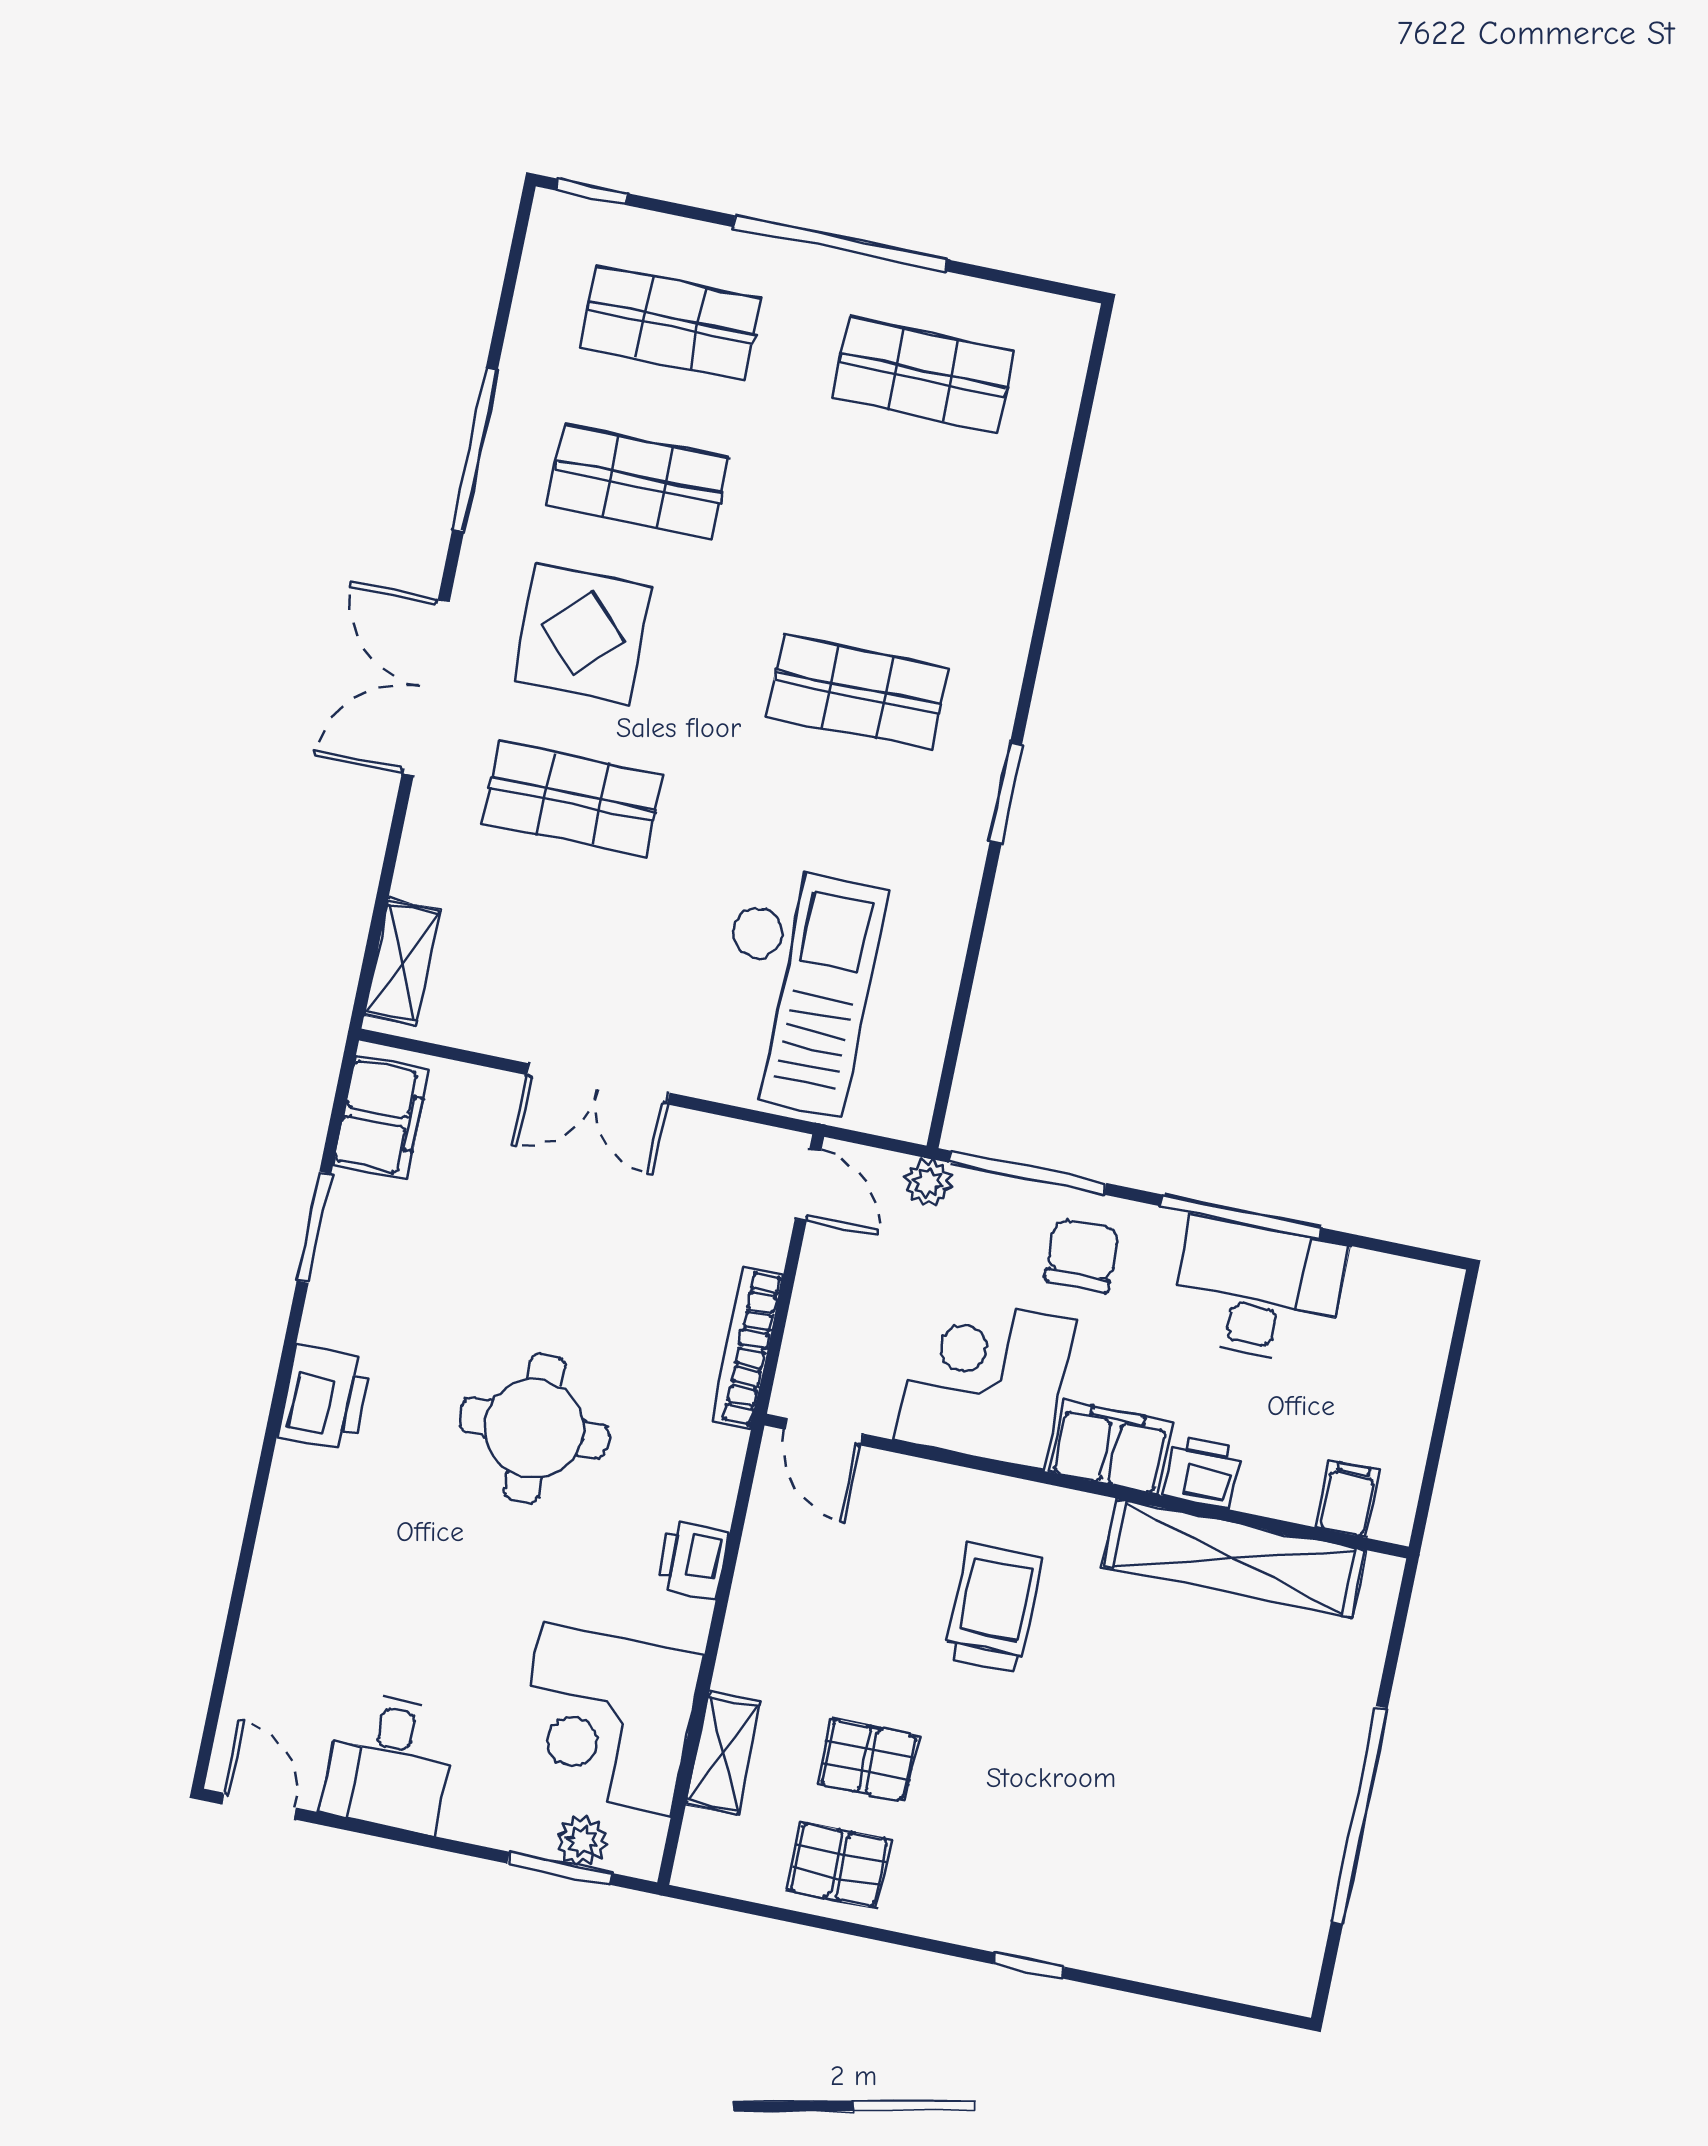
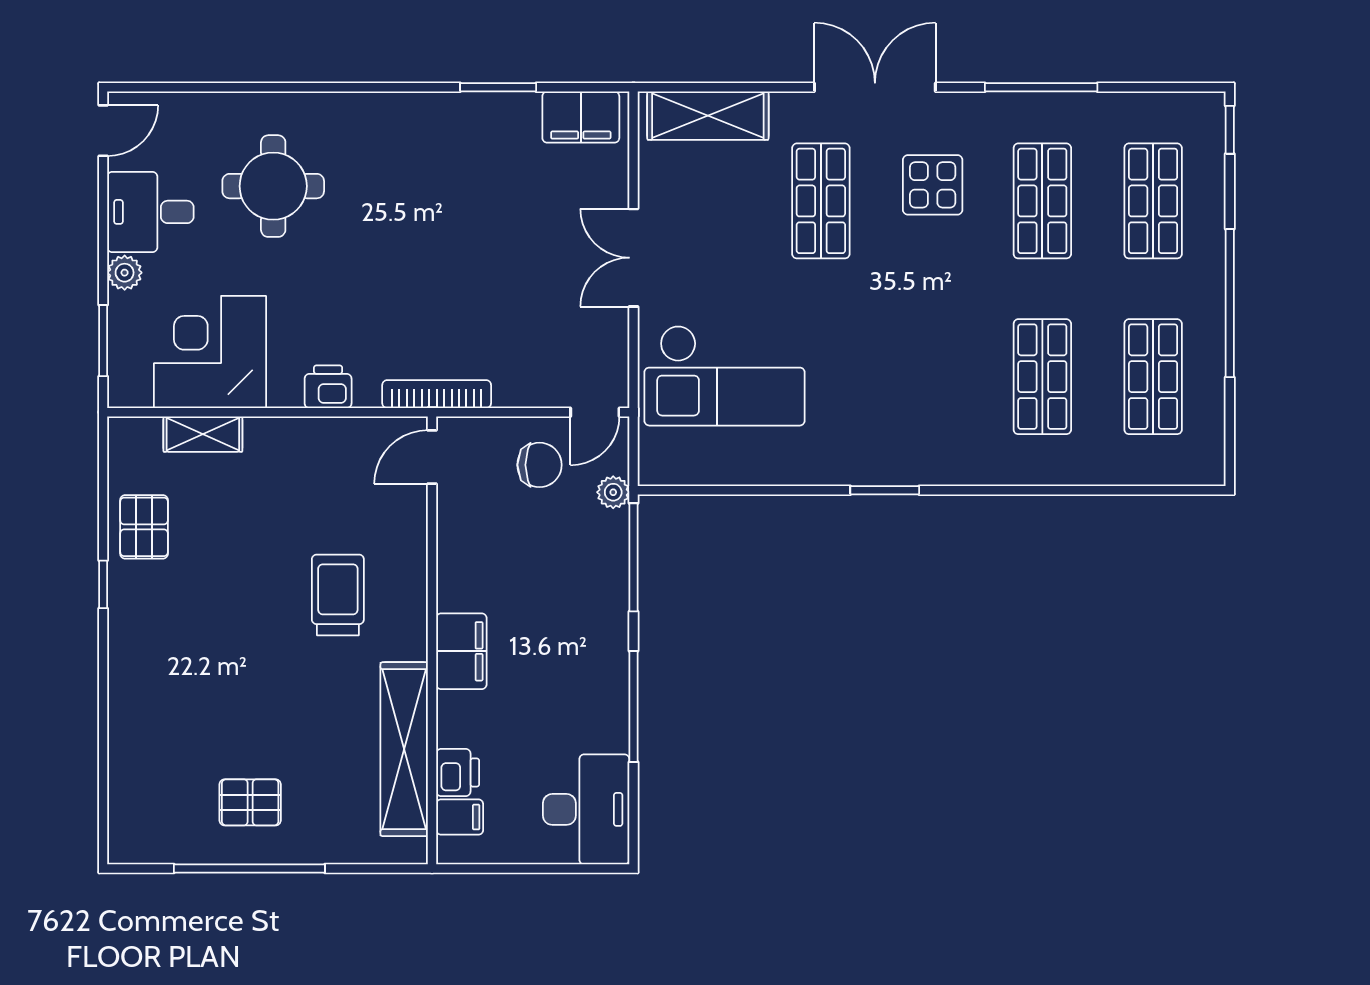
display table: (583, 634) -> (933, 185), width x0.73, depth x0.73
shop shelf: (857, 692) -> (1042, 377), moved
shelving: (402, 962) -> (708, 116), width x1.50, depth x1.33
chair: (1082, 1255) -> (540, 465), moved
desk: (1258, 1291) -> (586, 809), moved
bookcase: (747, 1348) -> (437, 394), moved
corner desk: (985, 1381) -> (489, 558), removed
printer: (325, 1398) -> (385, 118), removed
round table: (534, 1428) -> (273, 186), moved
printer: (1203, 1472) -> (458, 772), moved
trolley: (994, 1607) -> (338, 595), turned -90
pallet: (868, 1760) -> (250, 802), moved, turned 90
plant: (582, 1841) -> (125, 273), moved
window: (1029, 1965) -> (103, 584), moved

